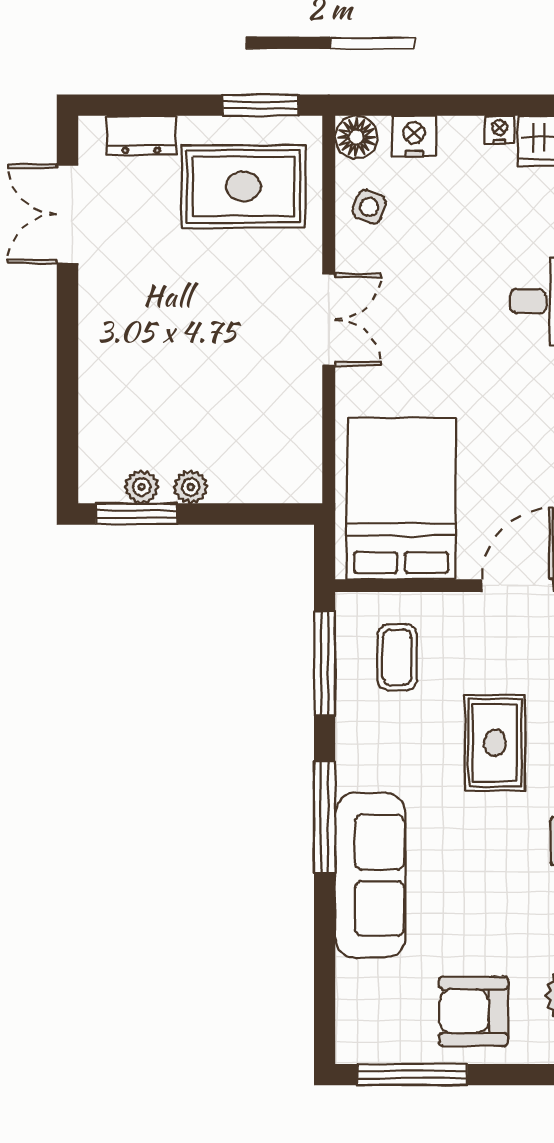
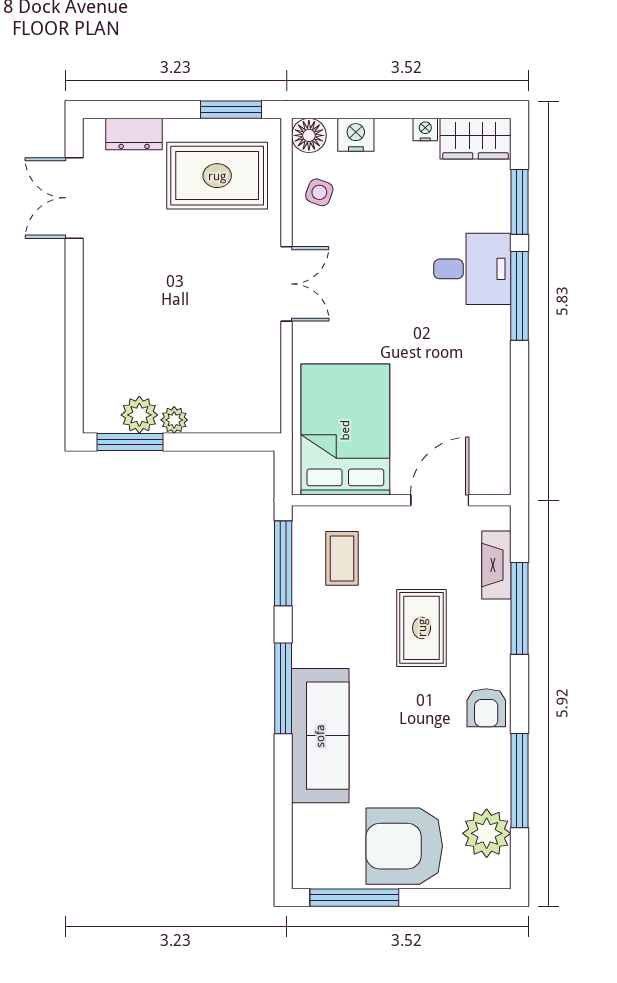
plant: (142, 487) -> (139, 415), width x1.38, depth x1.38
armchair: (474, 1011) -> (404, 846), width x1.36, depth x1.36

